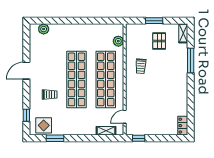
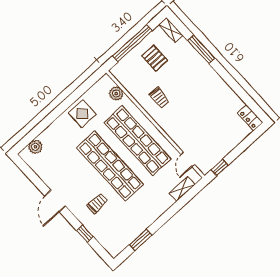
window: (154, 21) -> (132, 43), width x2.11
window: (26, 115) -> (85, 234), moved
display table: (44, 125) -> (82, 114), moved

